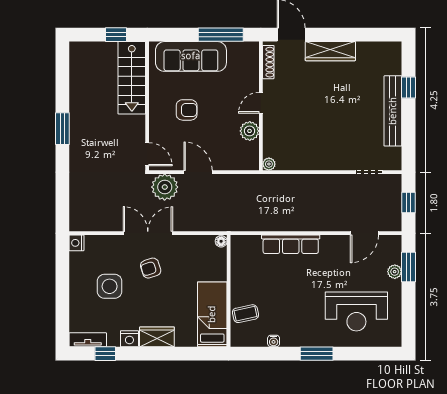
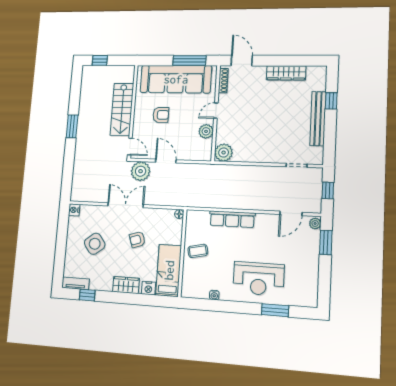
window: (116, 35) -> (100, 60), moved
wardrobe: (330, 51) -> (286, 73), moved
sofa: (191, 56) -> (176, 79), width x1.36, depth x1.27
stairs: (132, 78) -> (122, 109), moved
plant: (269, 164) -> (224, 153), width x1.88, depth x1.88
armchair: (151, 268) -> (137, 240), moved
plant: (395, 272) -> (315, 223), moved
side table: (110, 286) -> (95, 244), turned -38
reception desk: (356, 312) -> (259, 279), moved
coffee table: (245, 314) -> (198, 251), moved
nightstand: (129, 339) -> (148, 288), moved
window: (317, 354) -> (275, 310), moved

